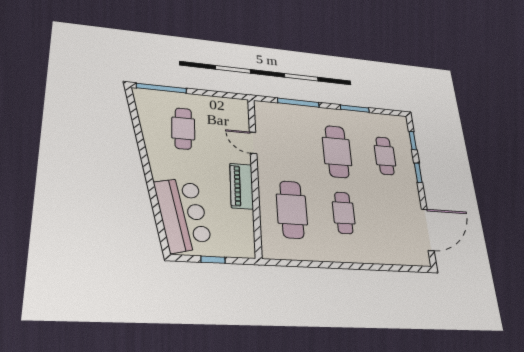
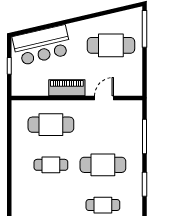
cafe table: (183, 128) -> (111, 45), width x1.37, depth x1.35

